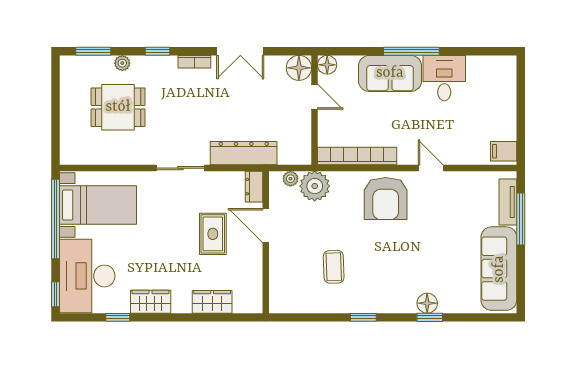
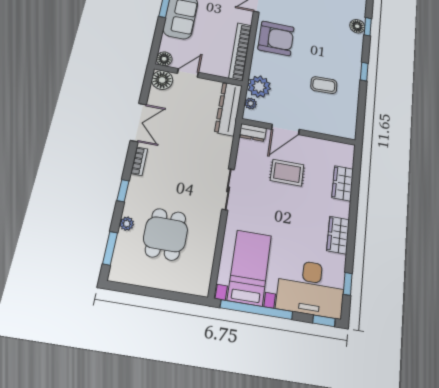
dresser: (244, 153) -> (228, 109), moved
window: (118, 317) -> (348, 284), moved

